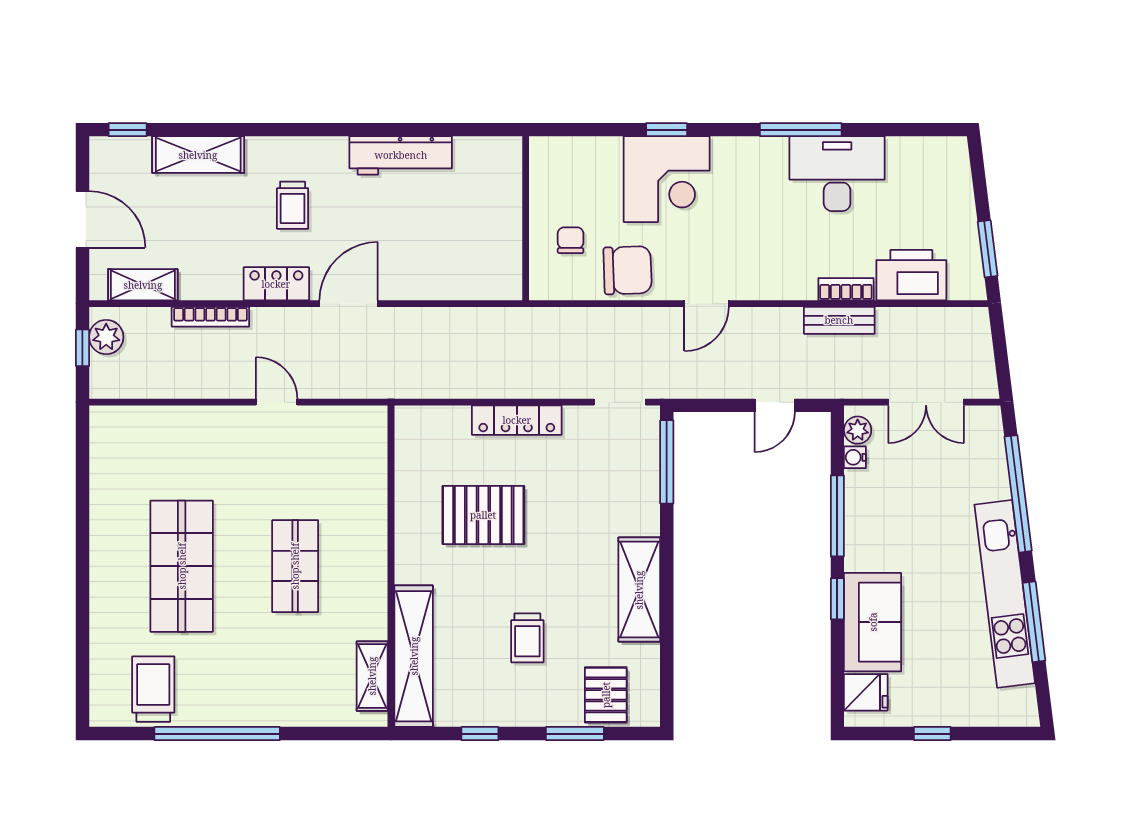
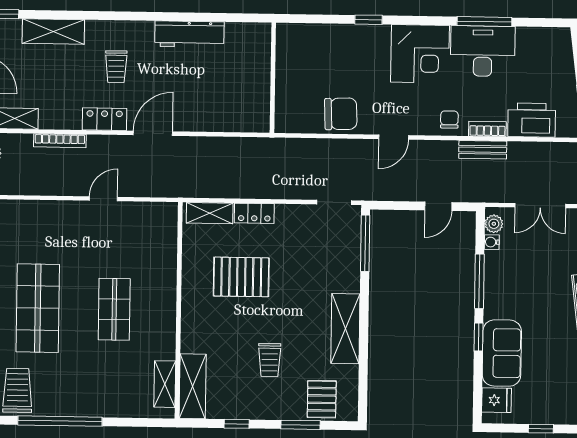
window: (801, 130) -> (484, 21), moved
corner desk: (667, 179) -> (420, 54), moved
chair: (571, 240) -> (449, 119), moved
door: (277, 402) -> (103, 199), hinge flipped
locker: (517, 420) -> (254, 213), width x0.66
shelving: (435, 421) -> (210, 213), added
shelving: (414, 656) -> (193, 386), width x0.68

